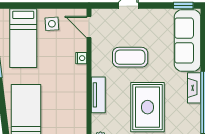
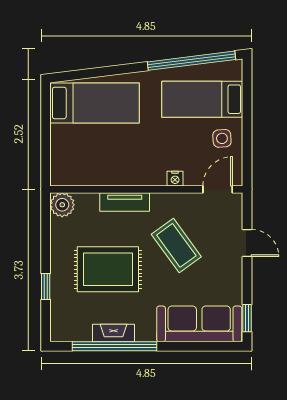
coffee table: (130, 57) -> (176, 245), turned -36
fireplace: (194, 88) -> (113, 333), moved

